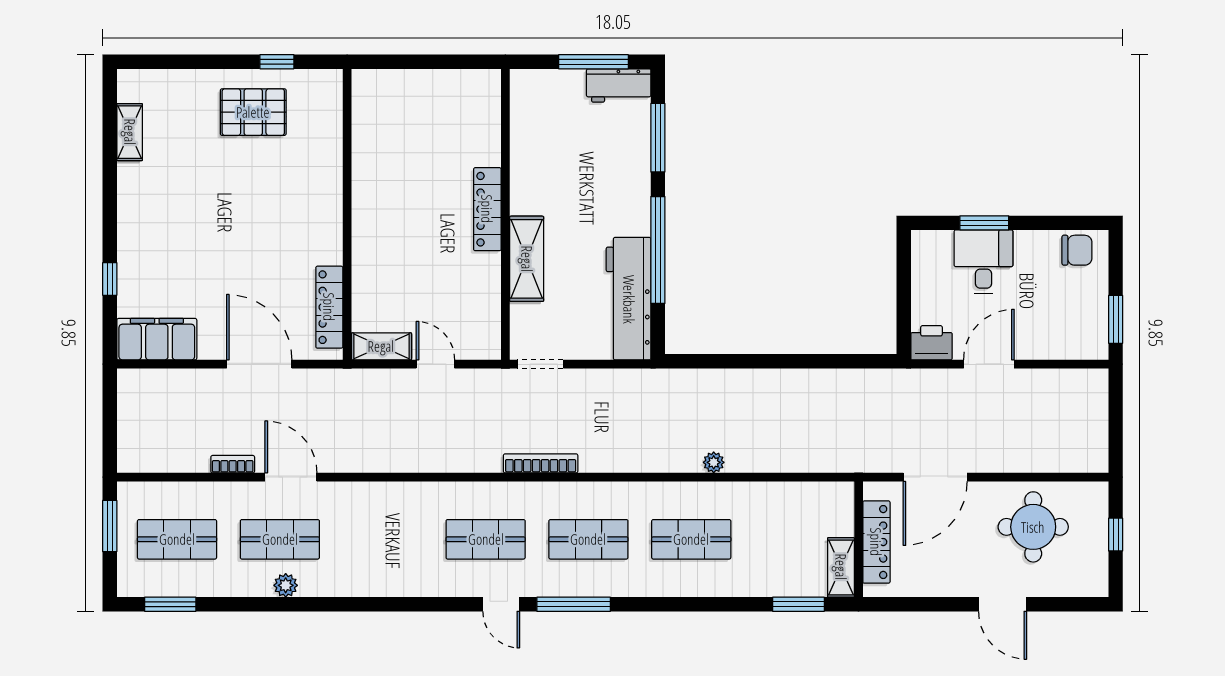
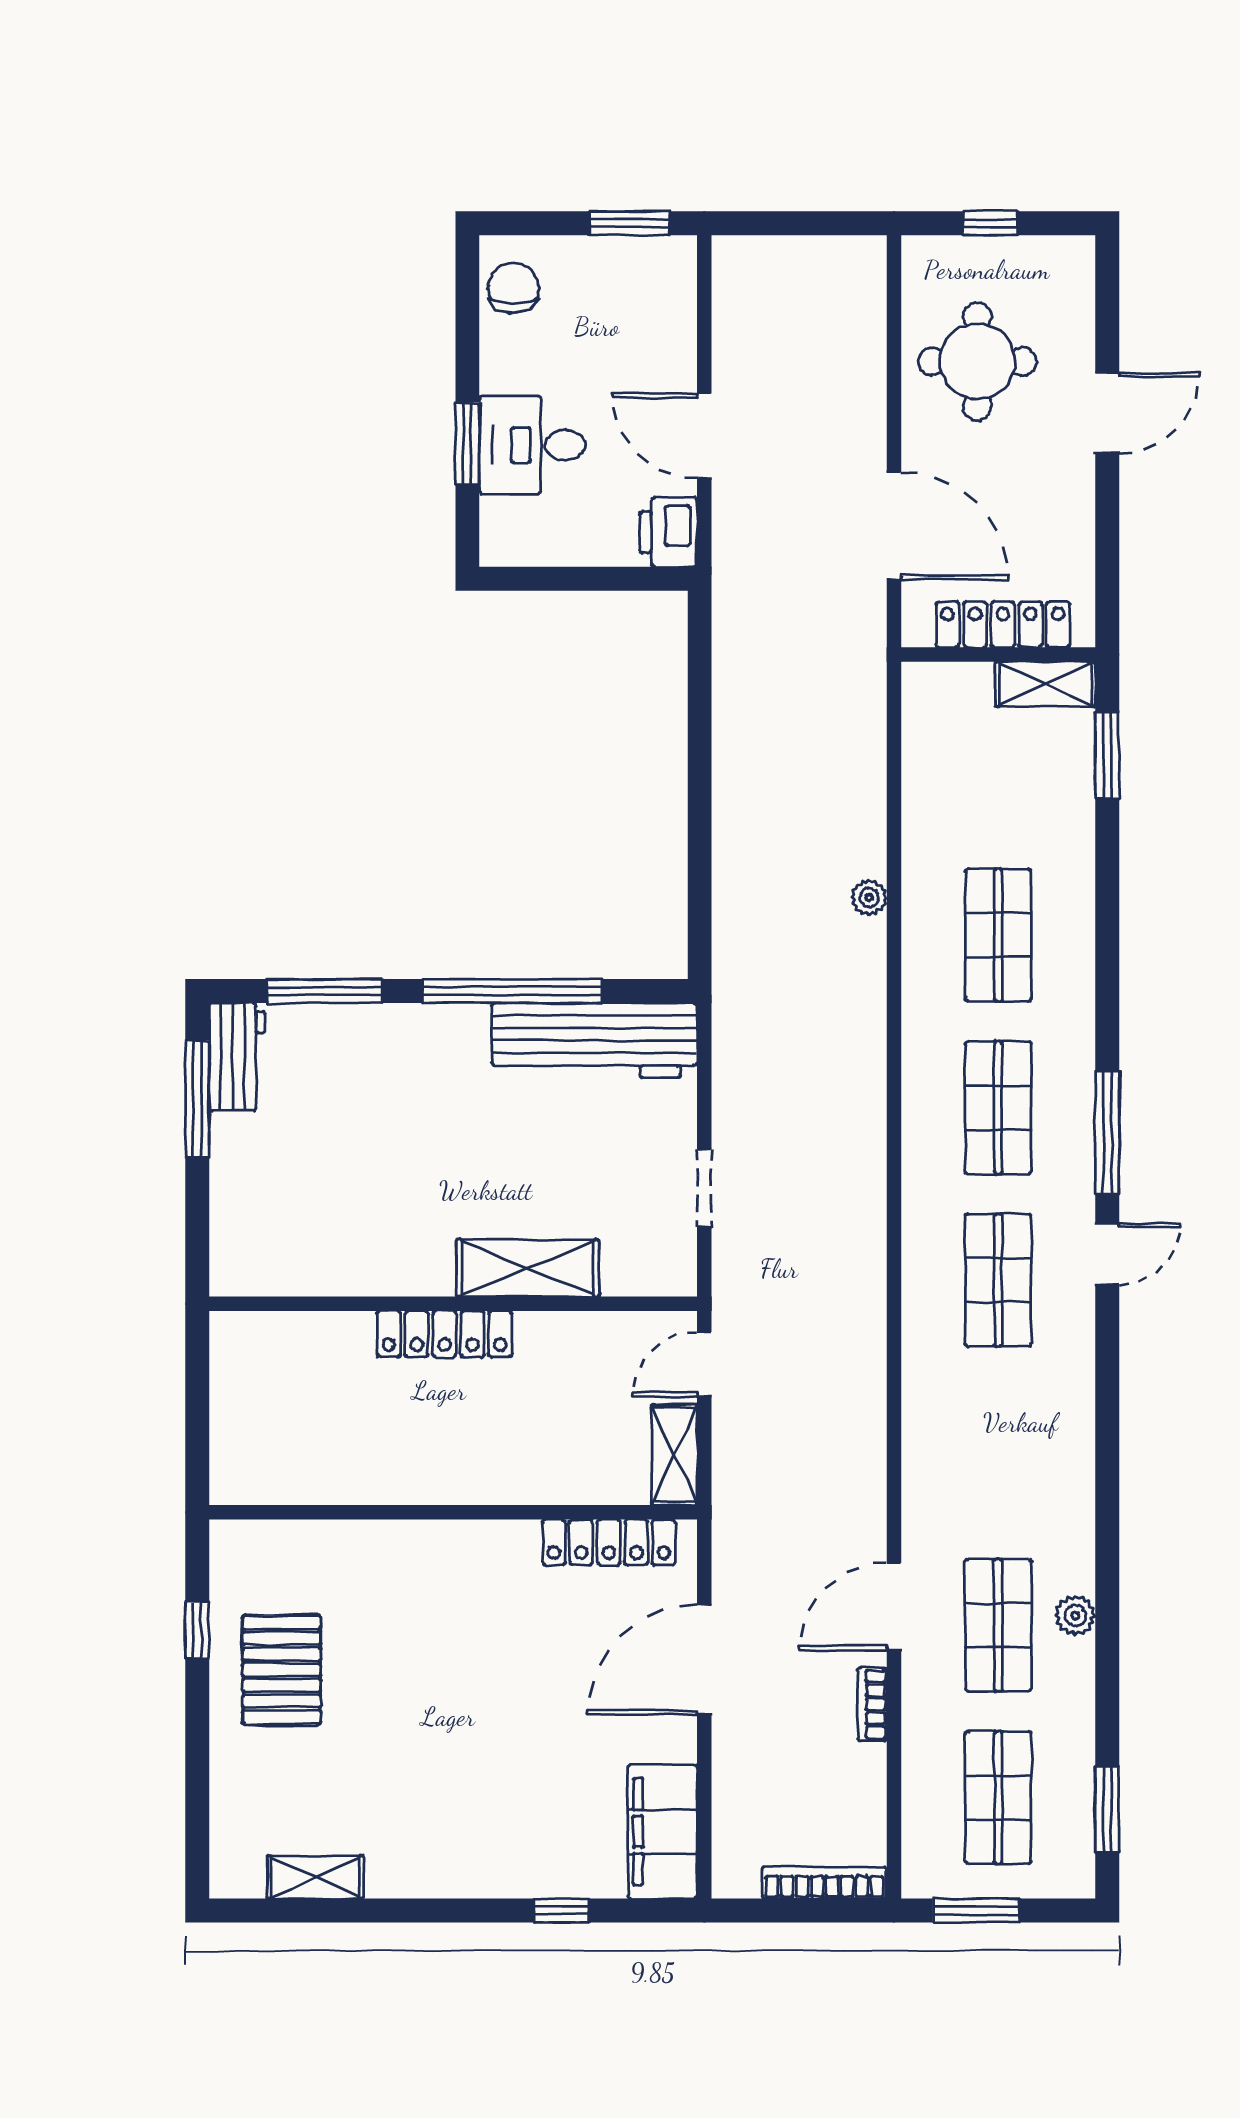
locker: (487, 209) -> (444, 1334), moved
wall: (505, 214) -> (453, 1304), moved
shelving: (527, 259) -> (528, 1268), moved
bookcase: (541, 463) -> (824, 1883), moved, turned 90

